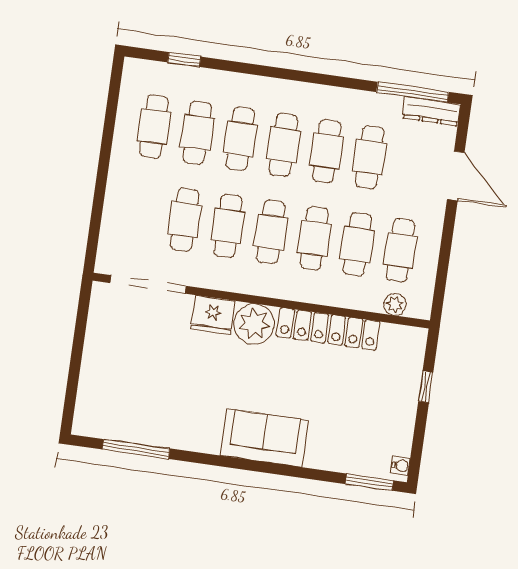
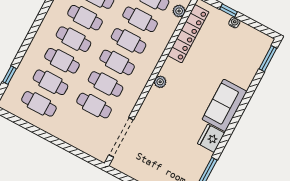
fridge: (213, 315) -> (211, 138), moved, turned 180
plant: (254, 324) -> (160, 82), width x0.53, depth x0.53
locker: (328, 329) -> (188, 34), moved
water cooler: (401, 466) -> (234, 22), moved

